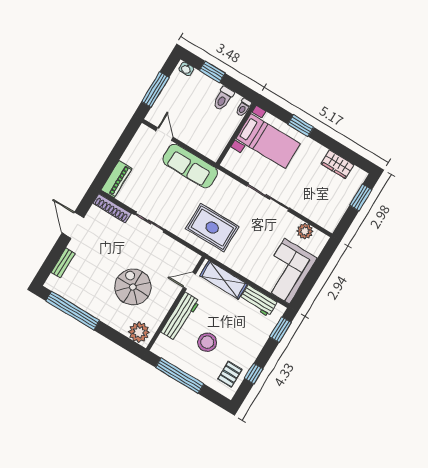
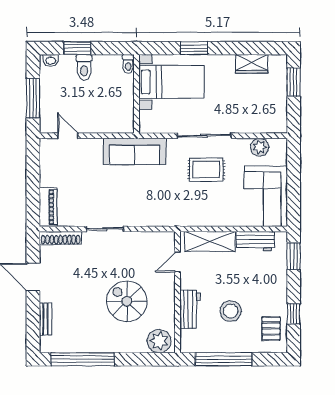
toilet: (223, 98) -> (84, 67), moved
sofa: (190, 166) -> (134, 151), moved
rug: (212, 228) -> (206, 170), moved, width x0.73, depth x0.70
workbench: (180, 317) -> (190, 309), width x0.73

